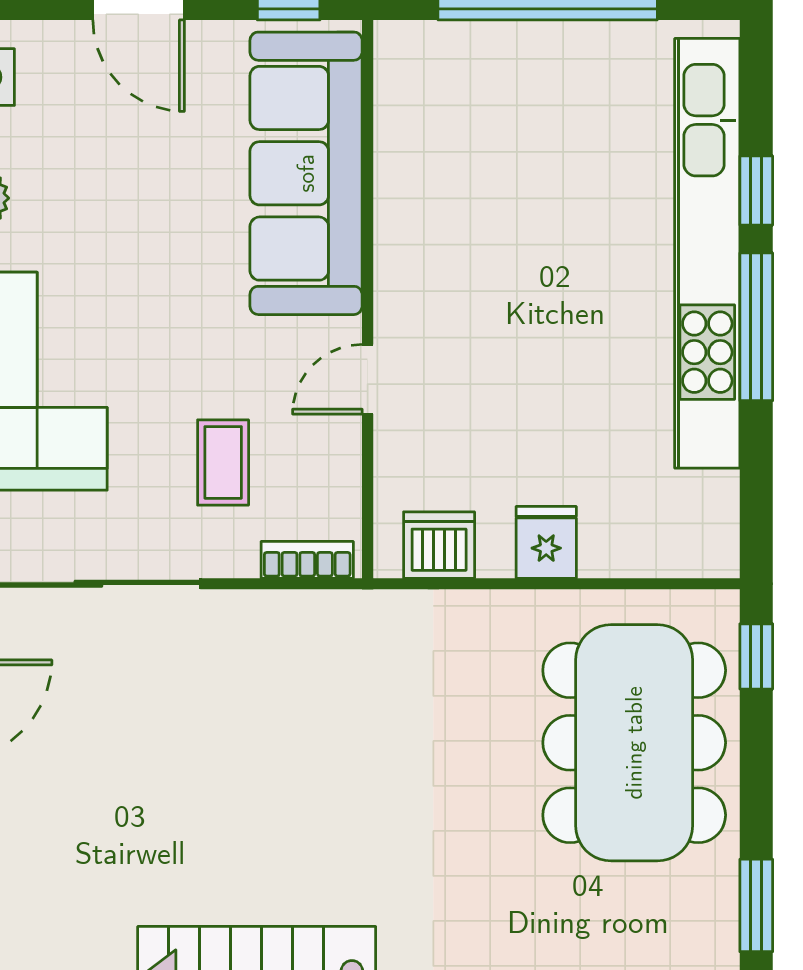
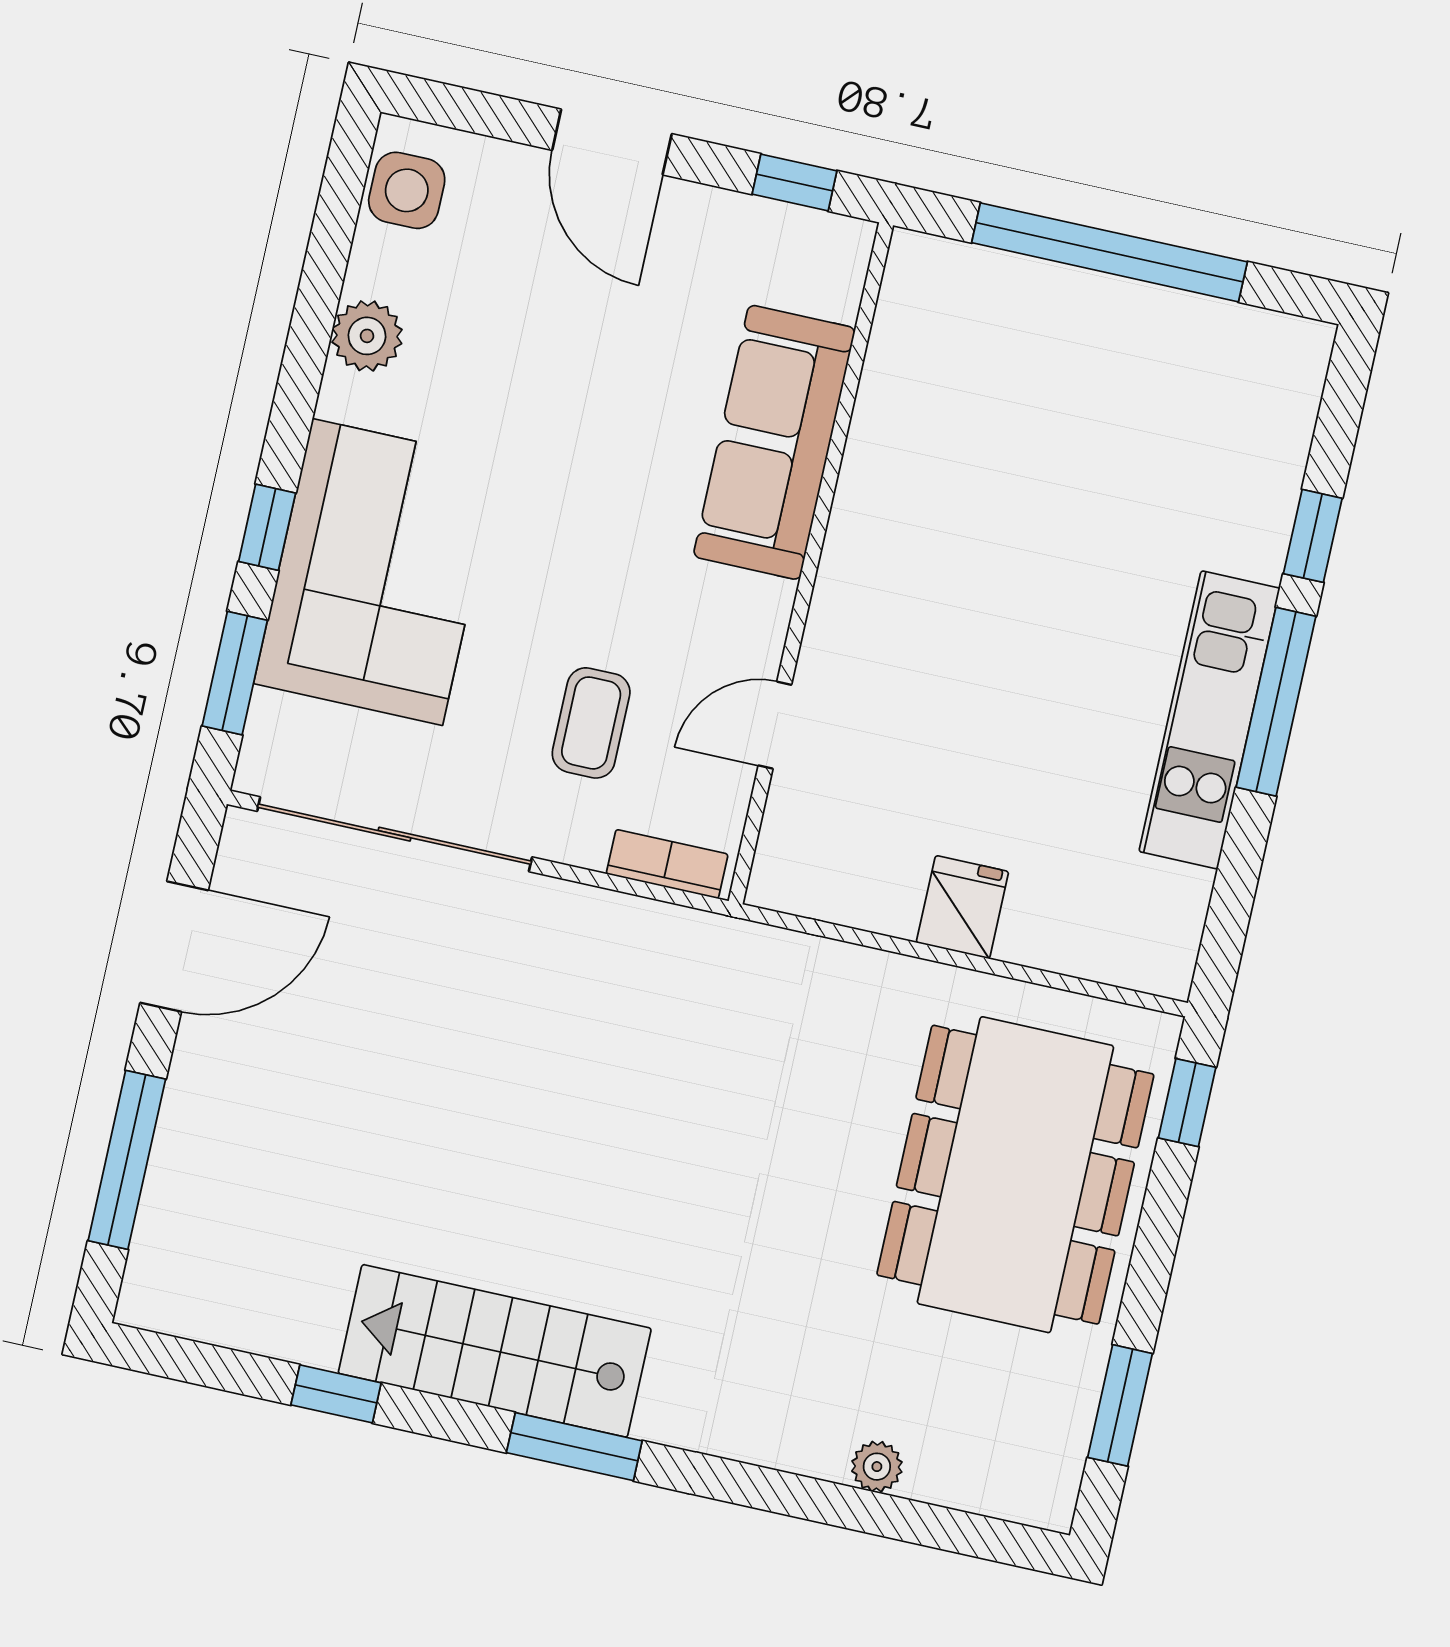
sofa: (306, 173) -> (774, 442), width x0.74, depth x0.79
kitchen unit: (707, 253) -> (1210, 720), width x0.54
door: (368, 379) -> (775, 725), moved
dishwasher: (439, 545) -> (831, 882), removed

